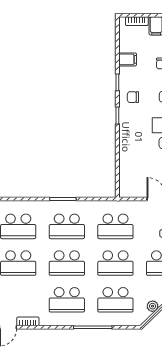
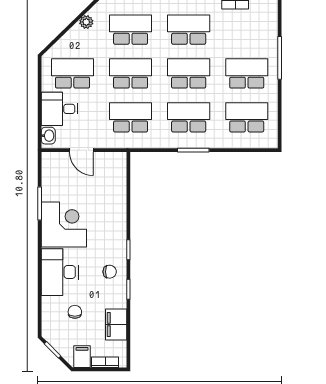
filing cabinet: (128, 59) -> (116, 324), width x2.00

